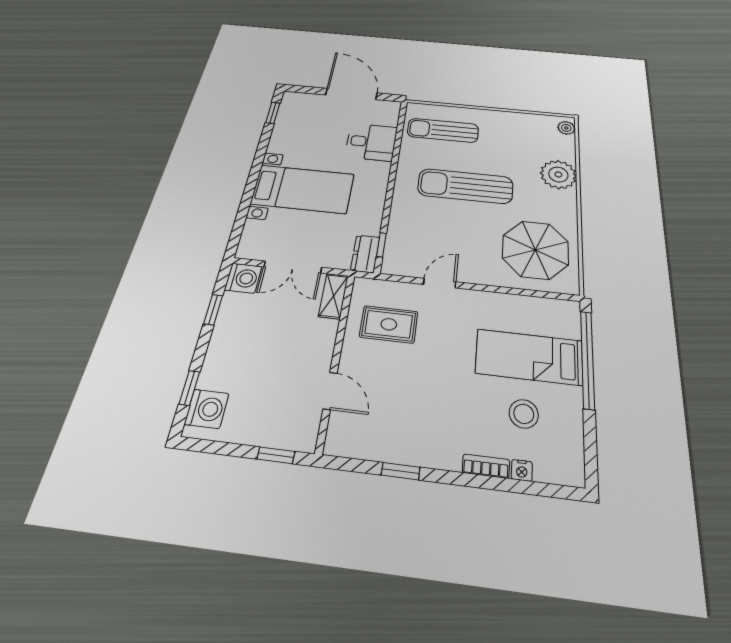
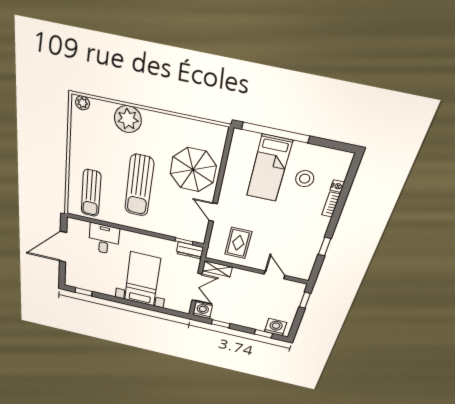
parasol: (535, 250) -> (193, 170), moved
door: (330, 391) -> (275, 275), hinge flipped

